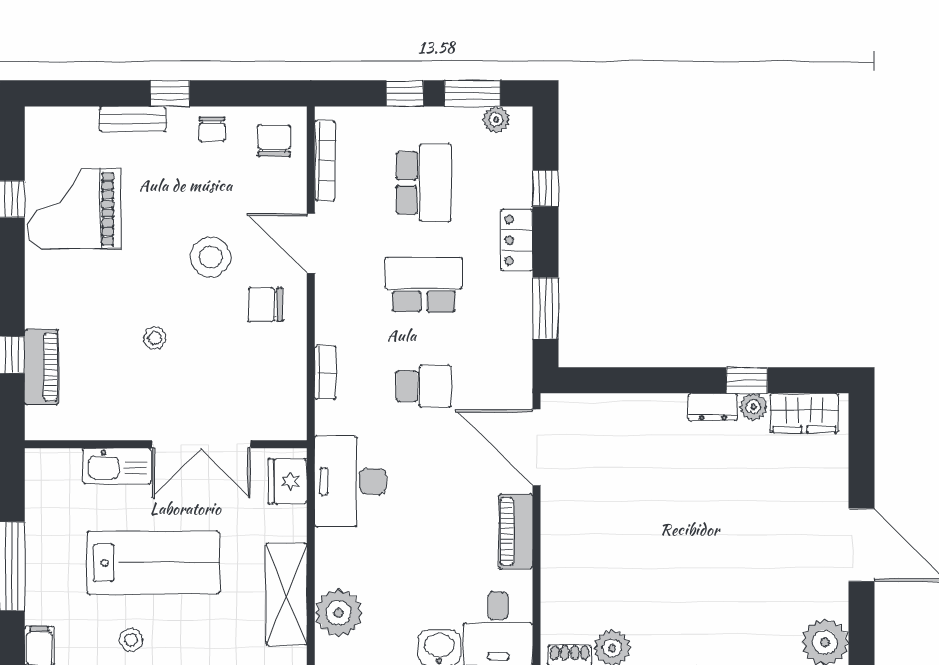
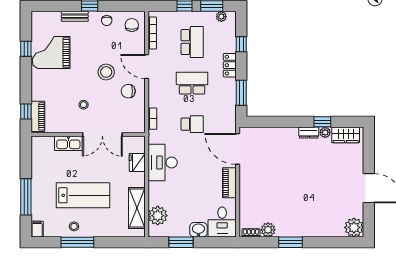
wall: (166, 444) -> (88, 135), moved
double door: (201, 444) -> (102, 135), moved
kitchen sink: (117, 466) -> (68, 143), moved

